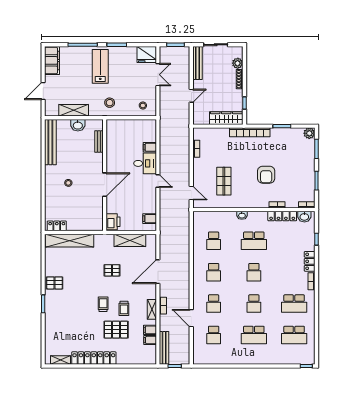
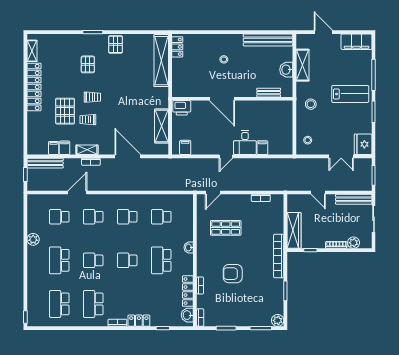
pallet: (112, 270) -> (88, 64), moved
plant: (235, 359) -> (33, 239), added

